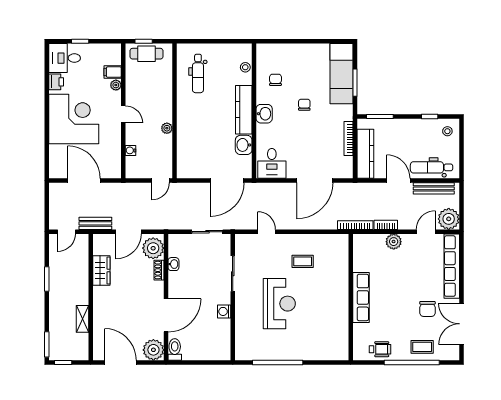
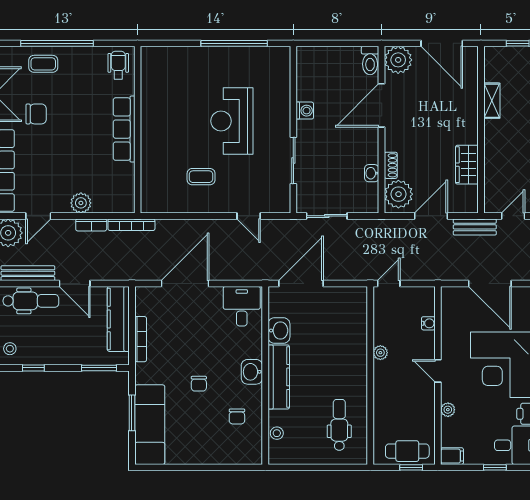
filing cabinet: (113, 72) -> (452, 456), moved
chair: (427, 309) -> (36, 114), turned 90
wheelchair: (380, 349) -> (118, 65), moved, turned 90

